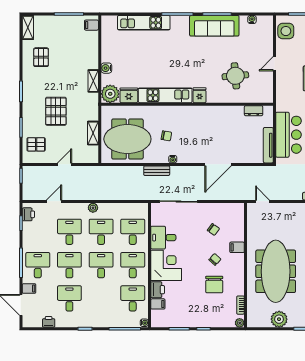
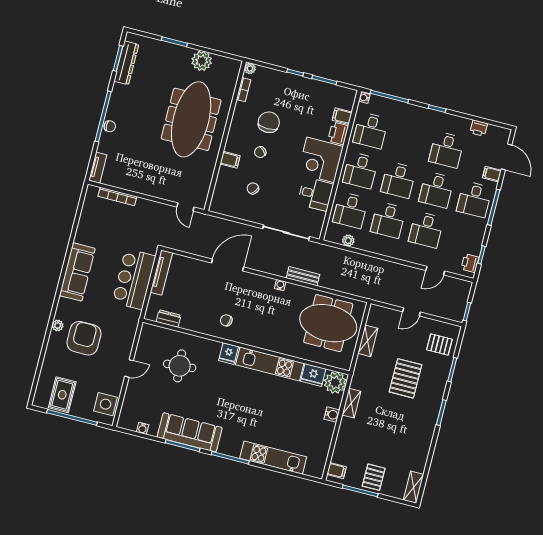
pallet: (41, 57) -> (374, 477), moved
chair: (166, 136) -> (226, 320), moved
plant: (93, 208) -> (348, 241), moved

